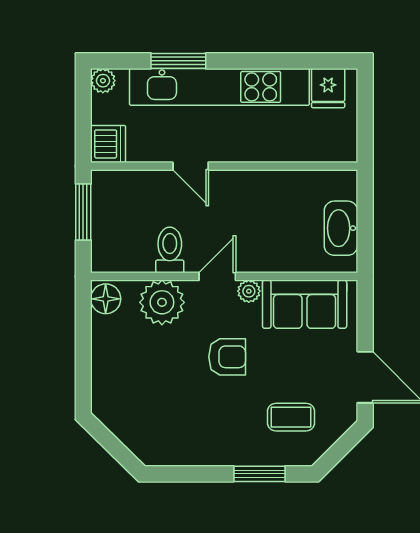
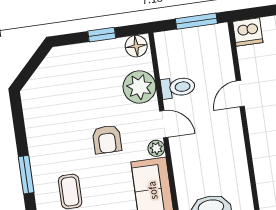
window: (83, 343) -> (102, 35), added

